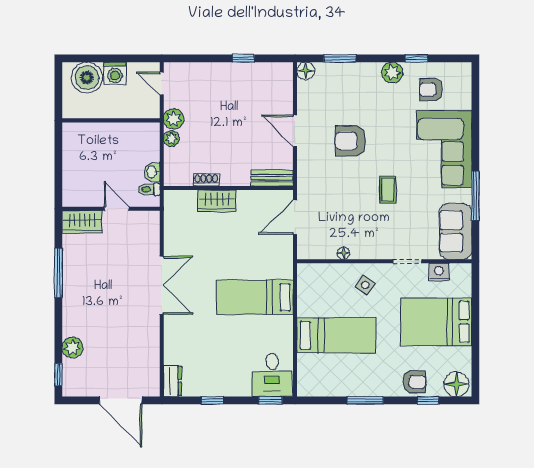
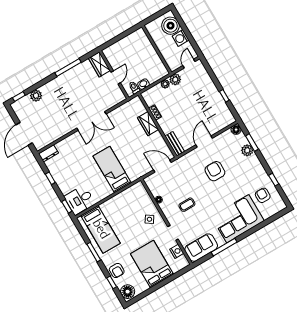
plant: (392, 73) -> (247, 150), moved
coffee table: (388, 190) -> (187, 205), moved
bed: (336, 335) -> (101, 229), moved

